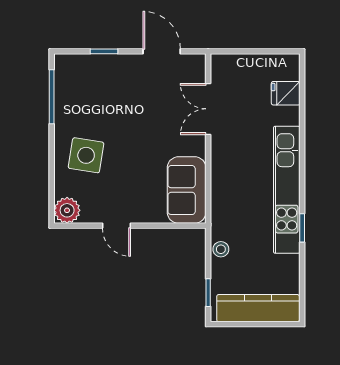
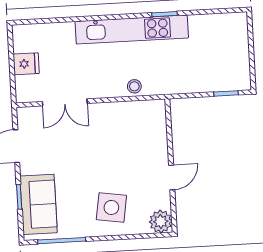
fridge: (286, 93) -> (26, 64), moved, turned -90
sofa: (187, 190) -> (39, 204), moved, turned -90
stool: (221, 249) -> (134, 86), moved
kitchen counter: (258, 308) -> (237, 49), removed

